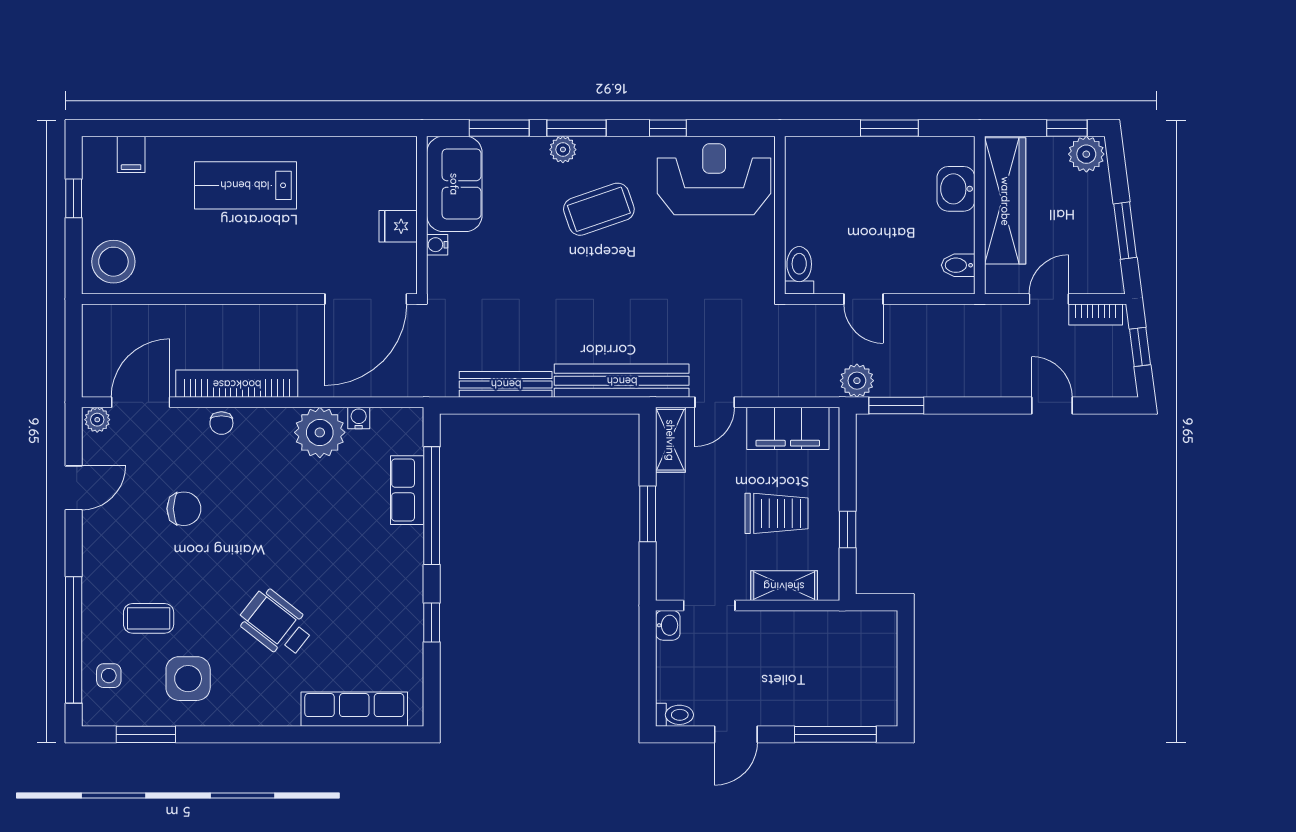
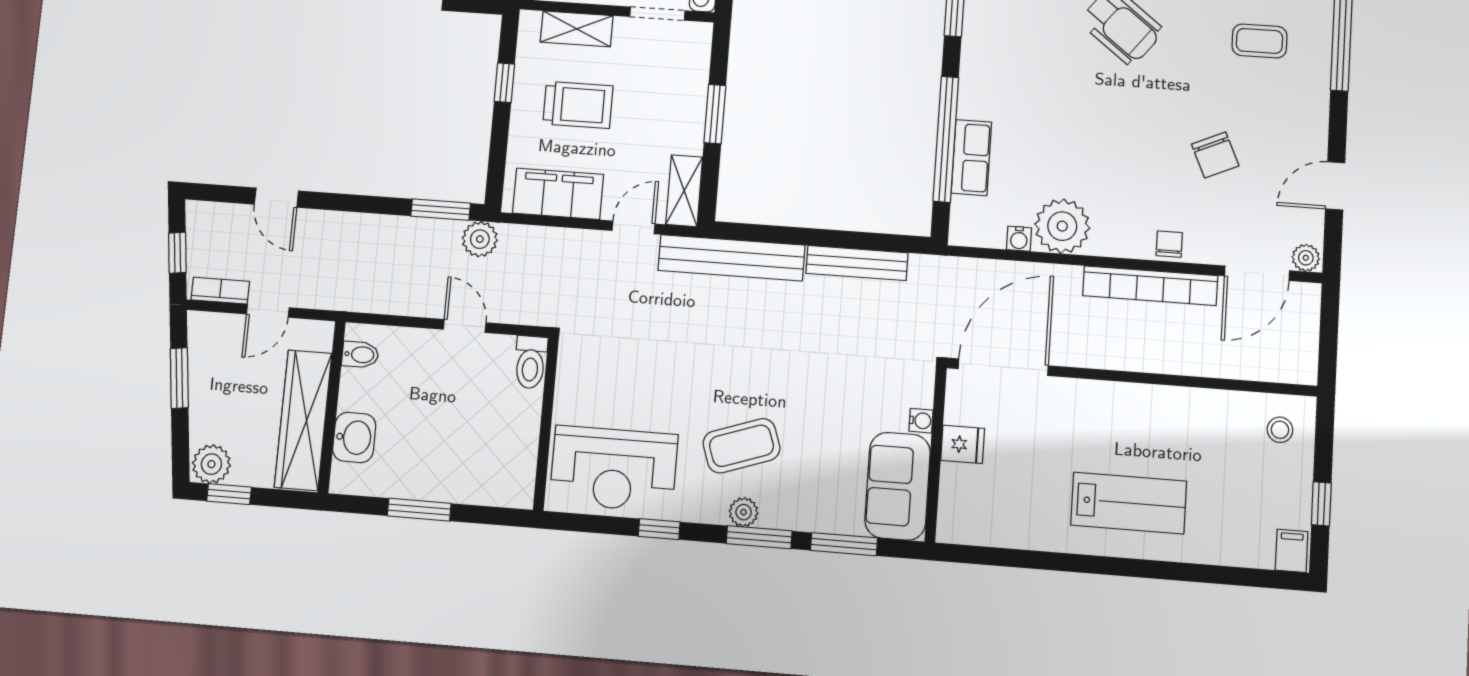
plant: (563, 150) -> (744, 512), moved
filing cabinet: (131, 154) -> (1292, 551), moved
stool: (113, 262) -> (1280, 430), width x0.53, depth x0.53
chair: (184, 509) -> (1215, 155), turned -114
trolley: (776, 513) -> (578, 105), turned 180

